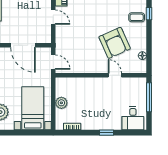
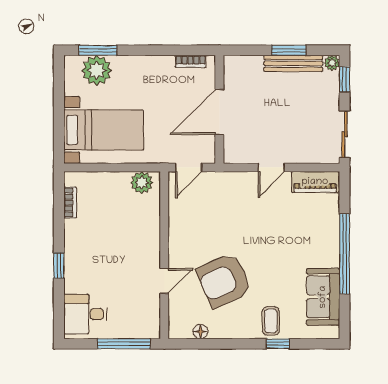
plant: (61, 103) -> (142, 183), moved

